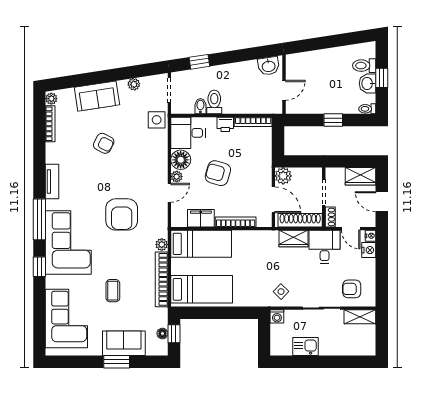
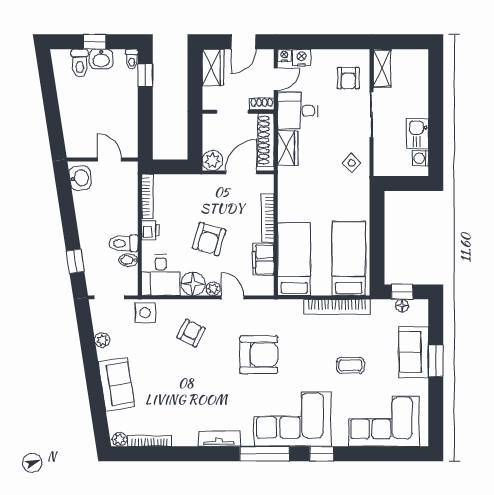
window: (333, 120) -> (145, 75), moved
armchair: (104, 143) -> (191, 333), moved
plant: (162, 245) -> (295, 307), removed
washing machine: (277, 316) -> (420, 158), moved, turned 180

